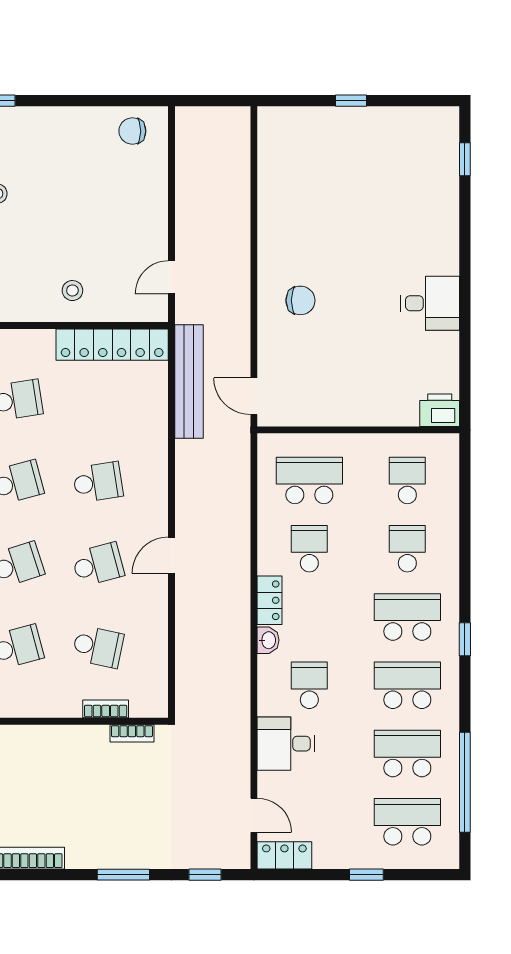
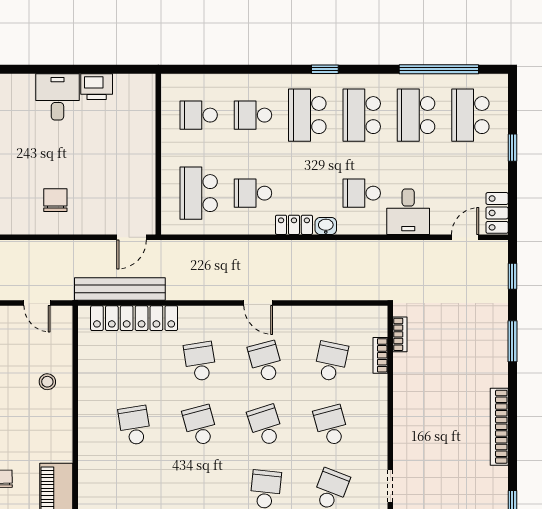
locker: (112, 345) -> (134, 318), moved, turned 90
printer: (440, 410) -> (97, 87), moved, turned -90

